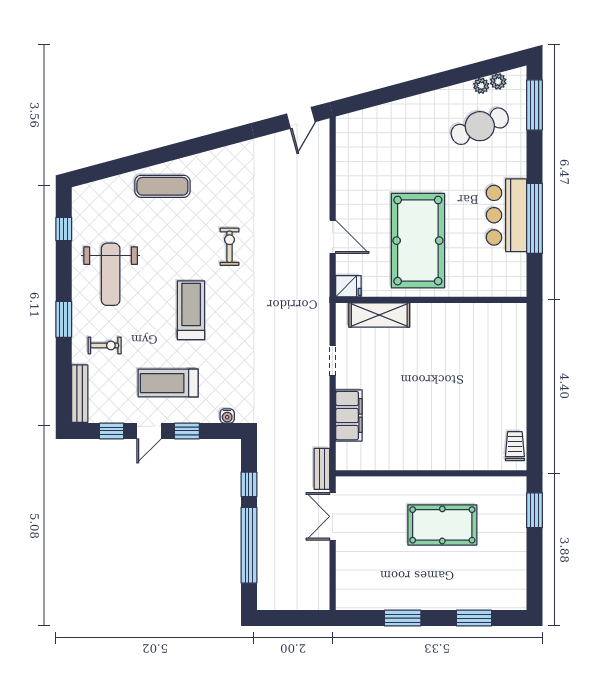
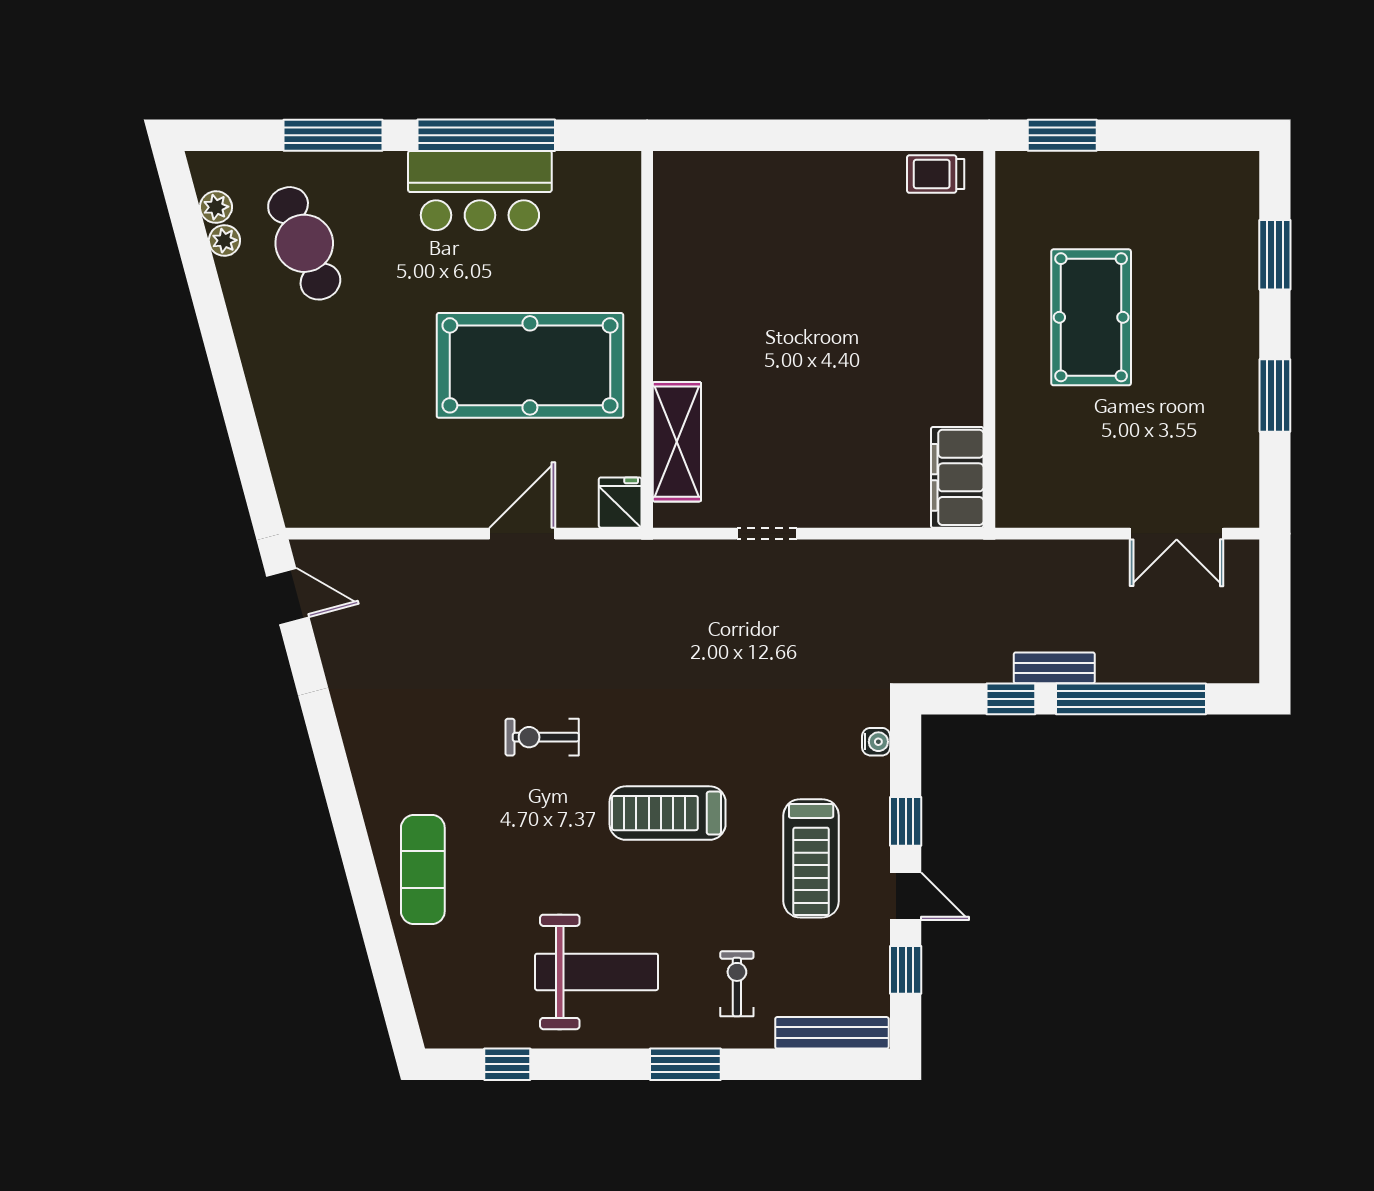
window: (535, 105) -> (333, 135), moved
filing cabinet: (349, 416) -> (957, 477), moved, turned -90
bench: (322, 469) -> (1054, 668), moved
double door: (333, 516) -> (1177, 534), moved

